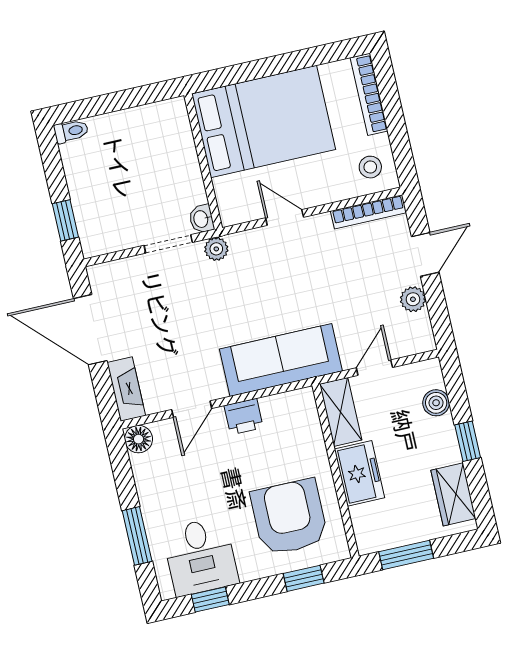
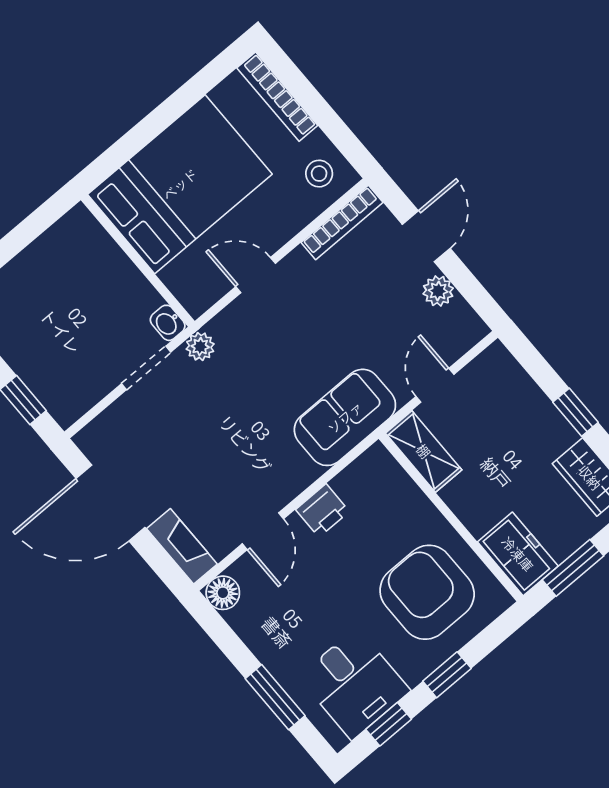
sofa: (281, 360) -> (345, 417), width x0.73
boiler: (436, 403) -> (520, 389), removed
freezer: (359, 473) -> (518, 554), moved
window: (304, 578) -> (447, 675), moved

